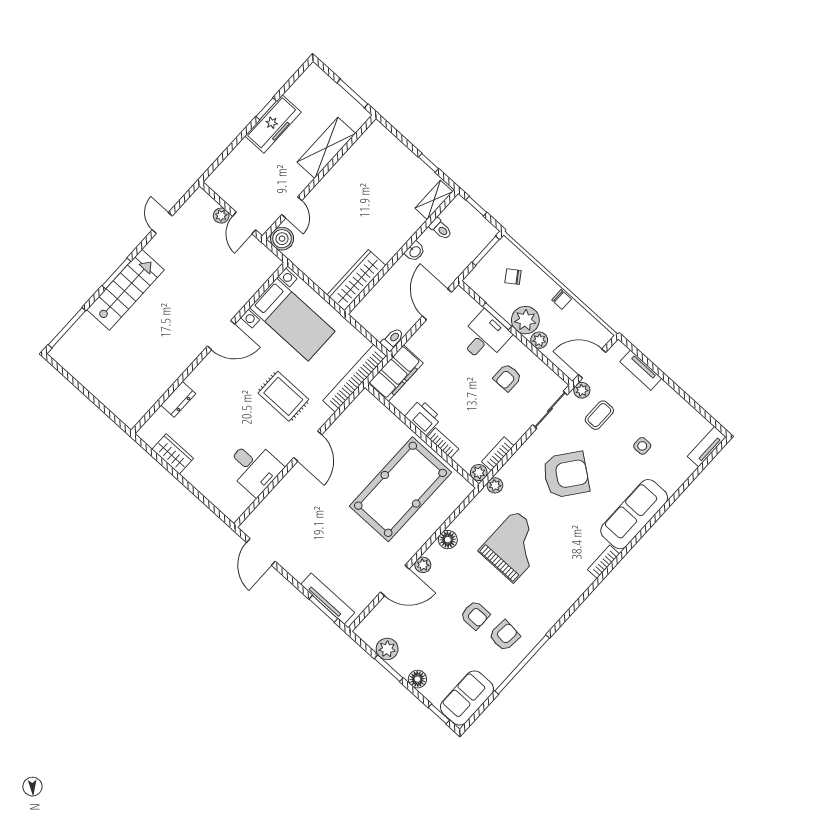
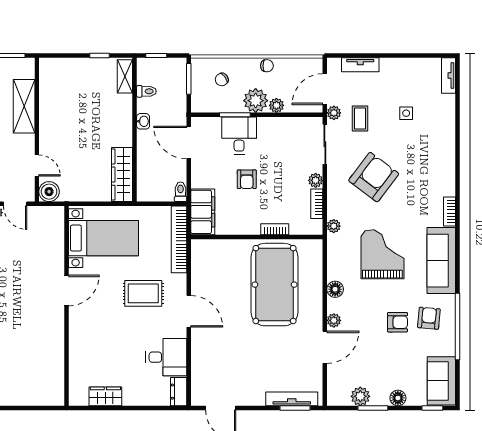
armchair: (507, 378) -> (247, 179), moved
dresser: (178, 399) -> (179, 392), moved, turned 180
printer: (423, 417) -> (247, 224), removed
plant: (479, 473) -> (316, 180), moved
sofa: (634, 514) -> (441, 261), moved

